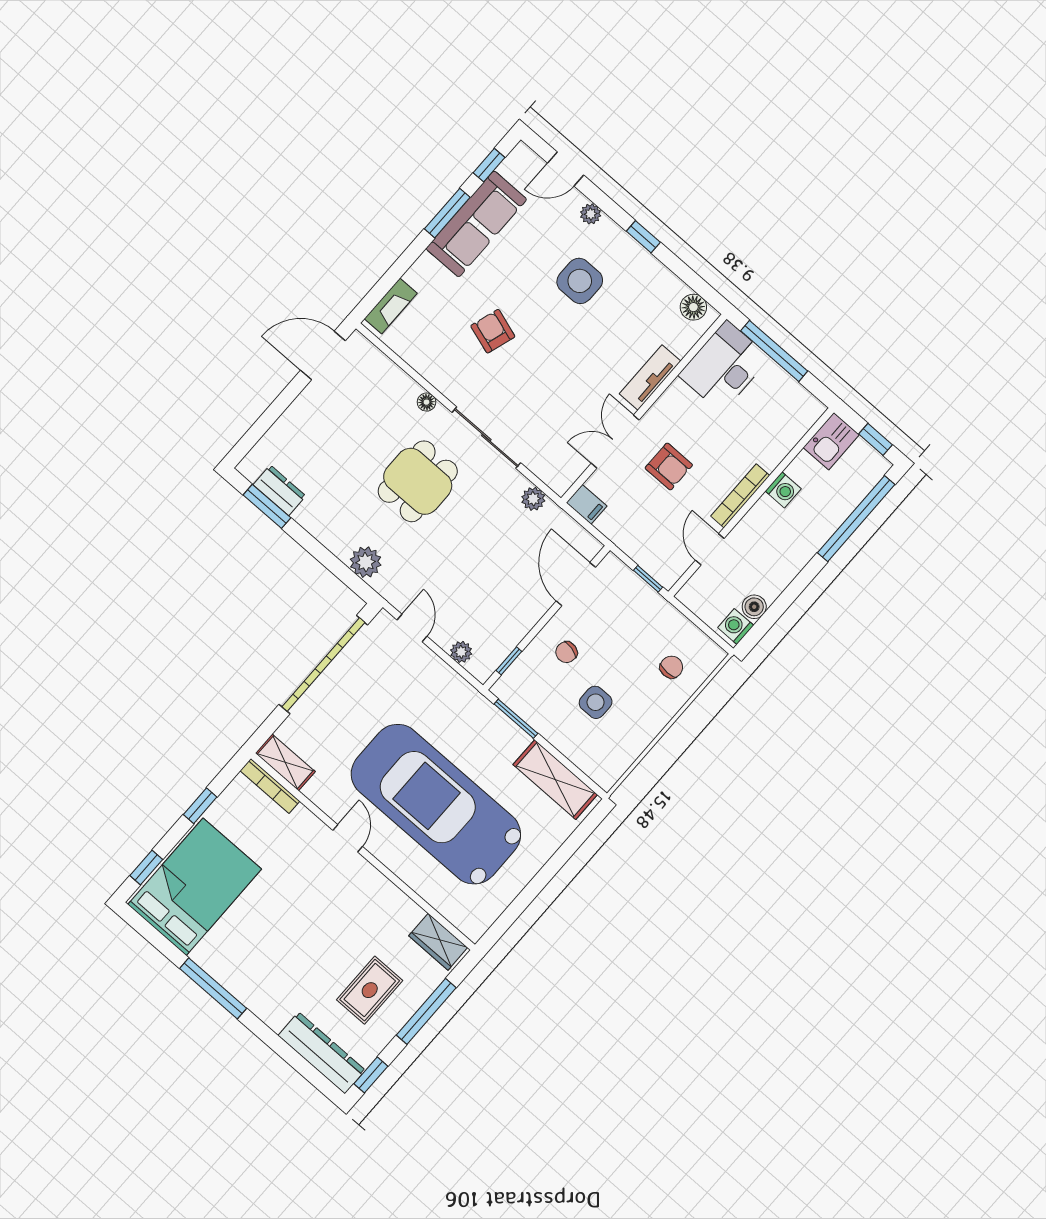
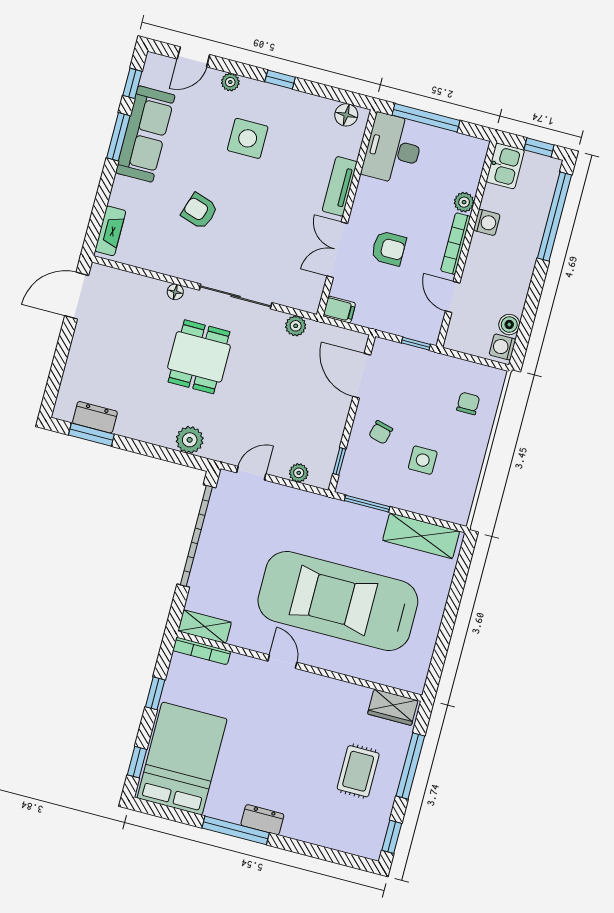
plant: (770, 457) -> (464, 202), added
door: (412, 628) -> (251, 473), hinge flipped
dresser: (322, 1053) -> (262, 820), moved, width x0.51, depth x0.80

